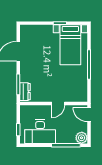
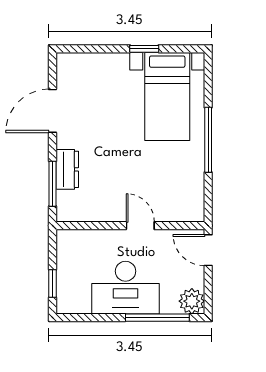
dresser: (25, 92) -> (67, 169), moved
door: (58, 103) -> (140, 226), swing flipped
desk: (40, 132) -> (126, 288), moved

